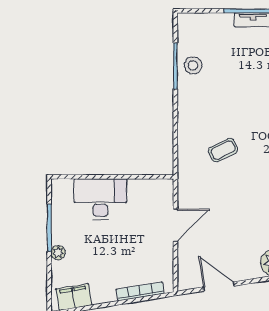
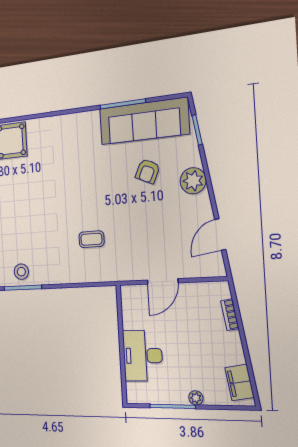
coffee table: (223, 150) -> (91, 239), turned -64
door: (175, 225) -> (163, 281), swing flipped
bookcase: (140, 291) -> (230, 315), width x0.64

